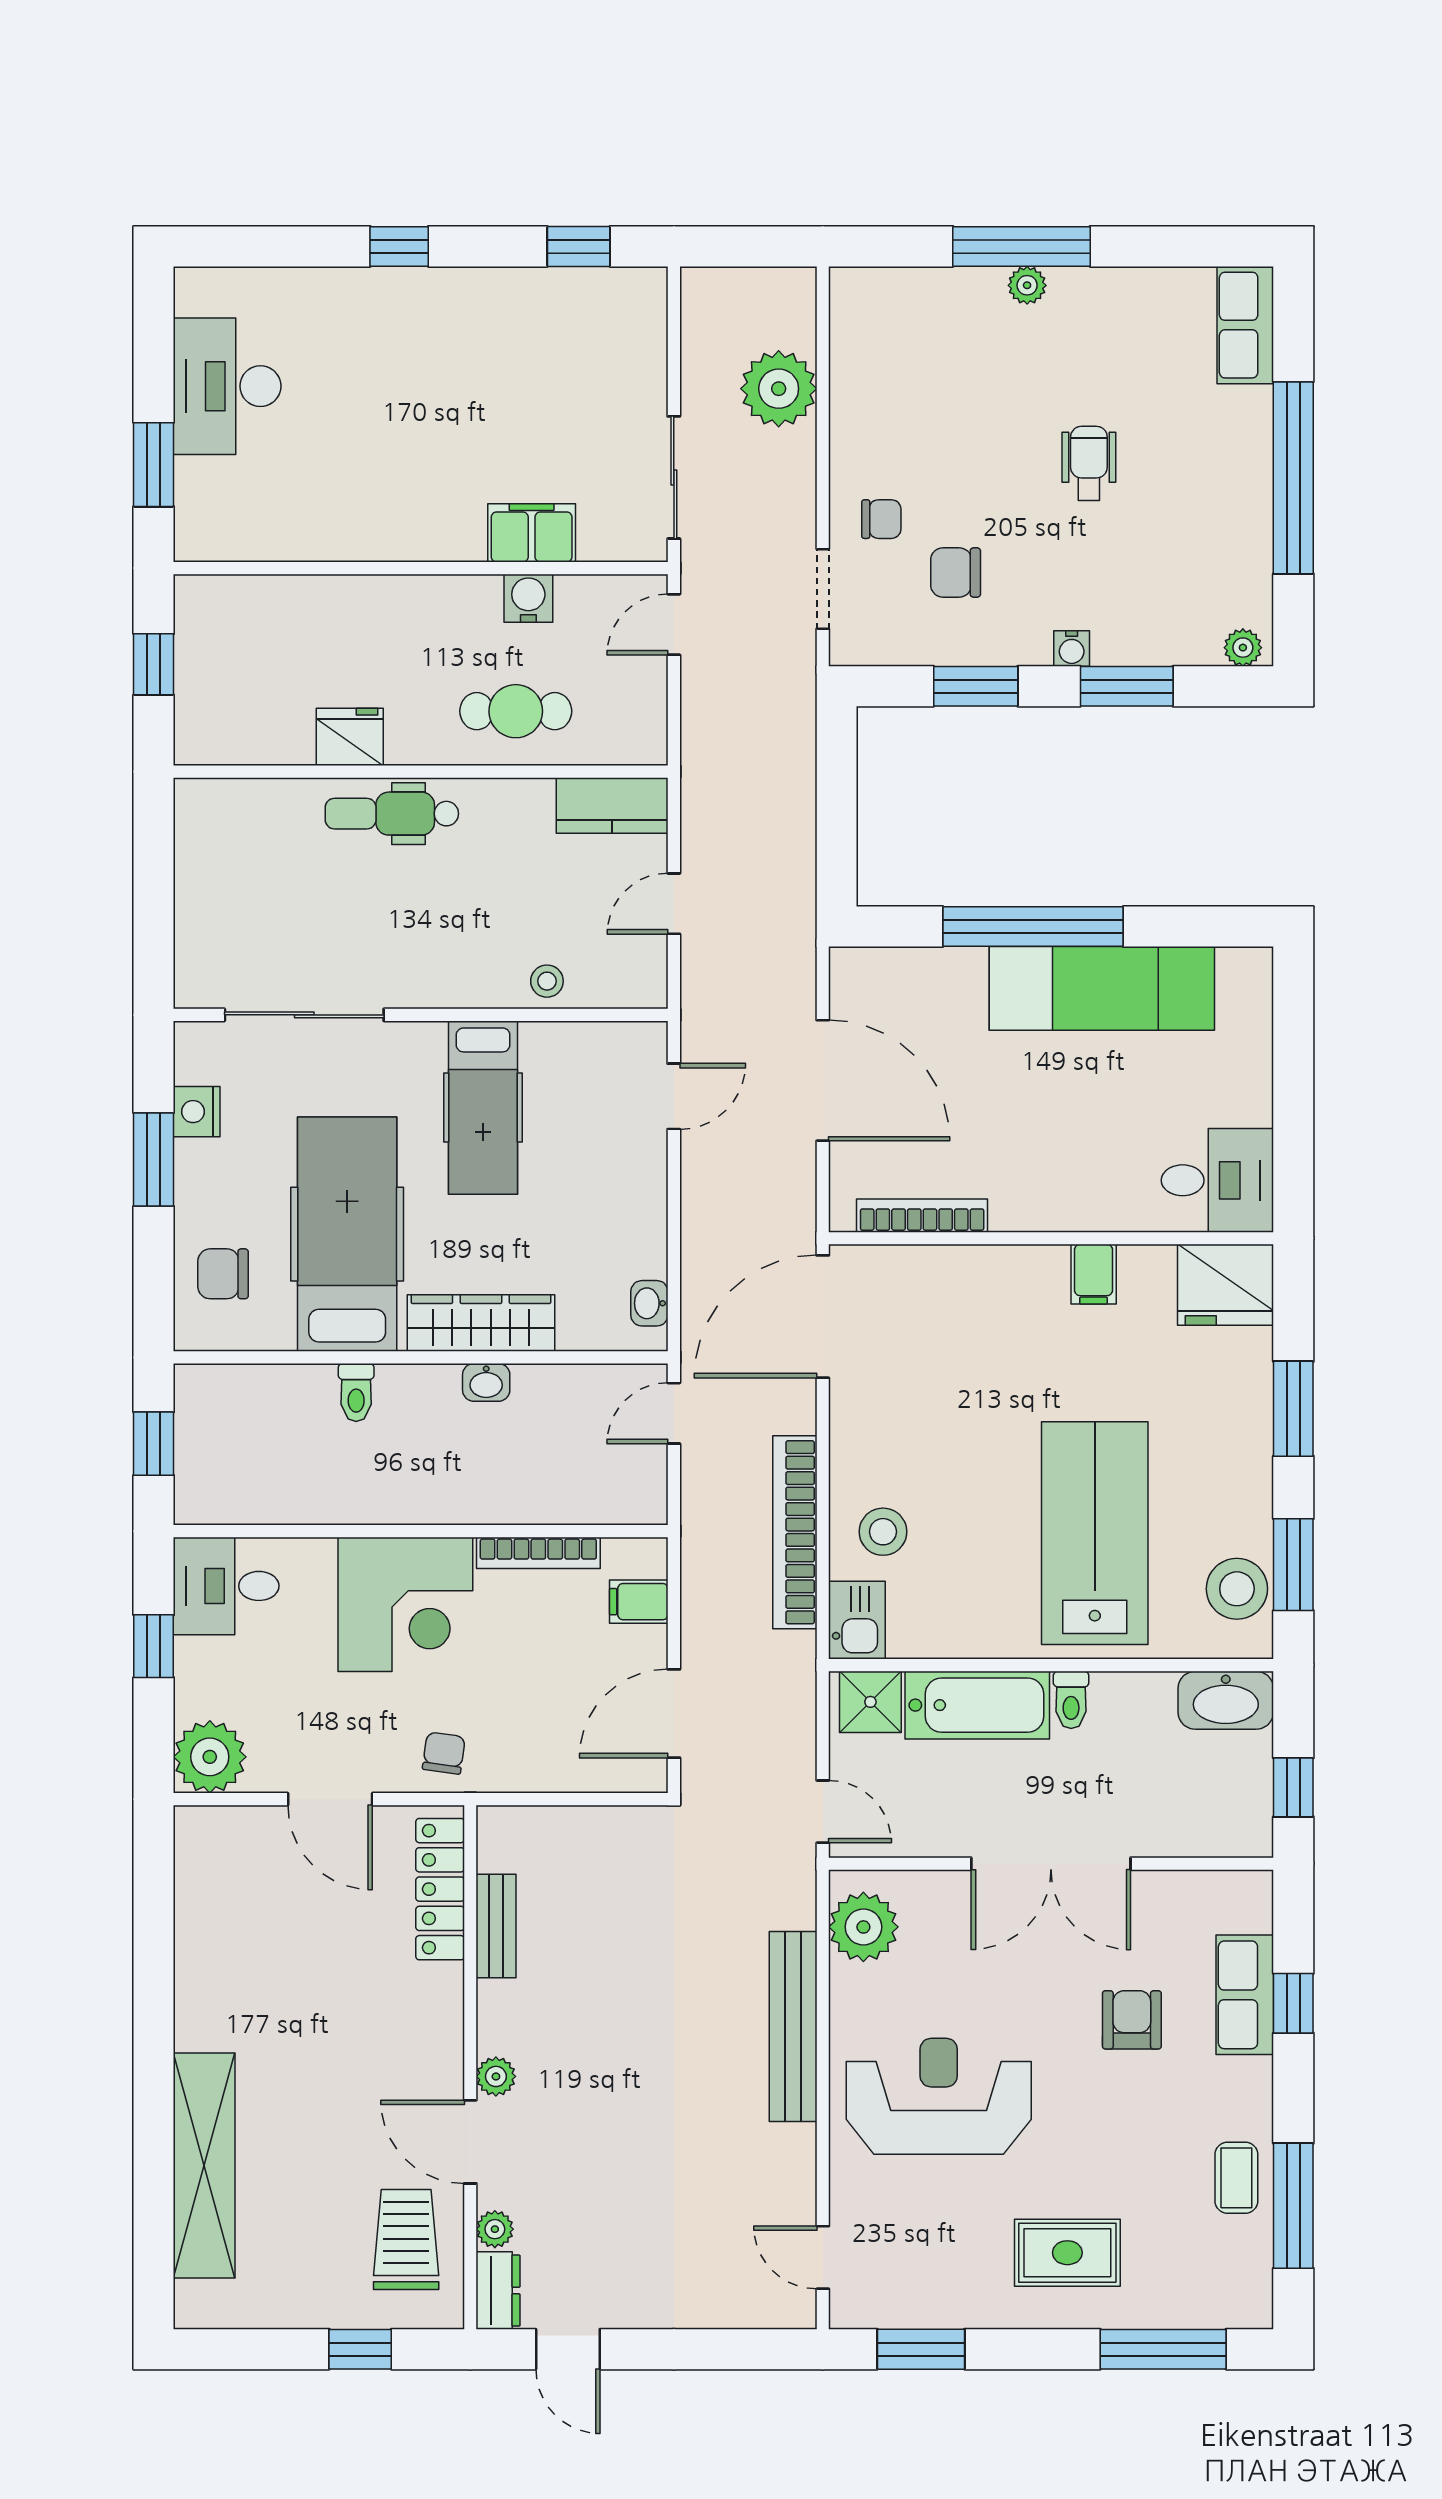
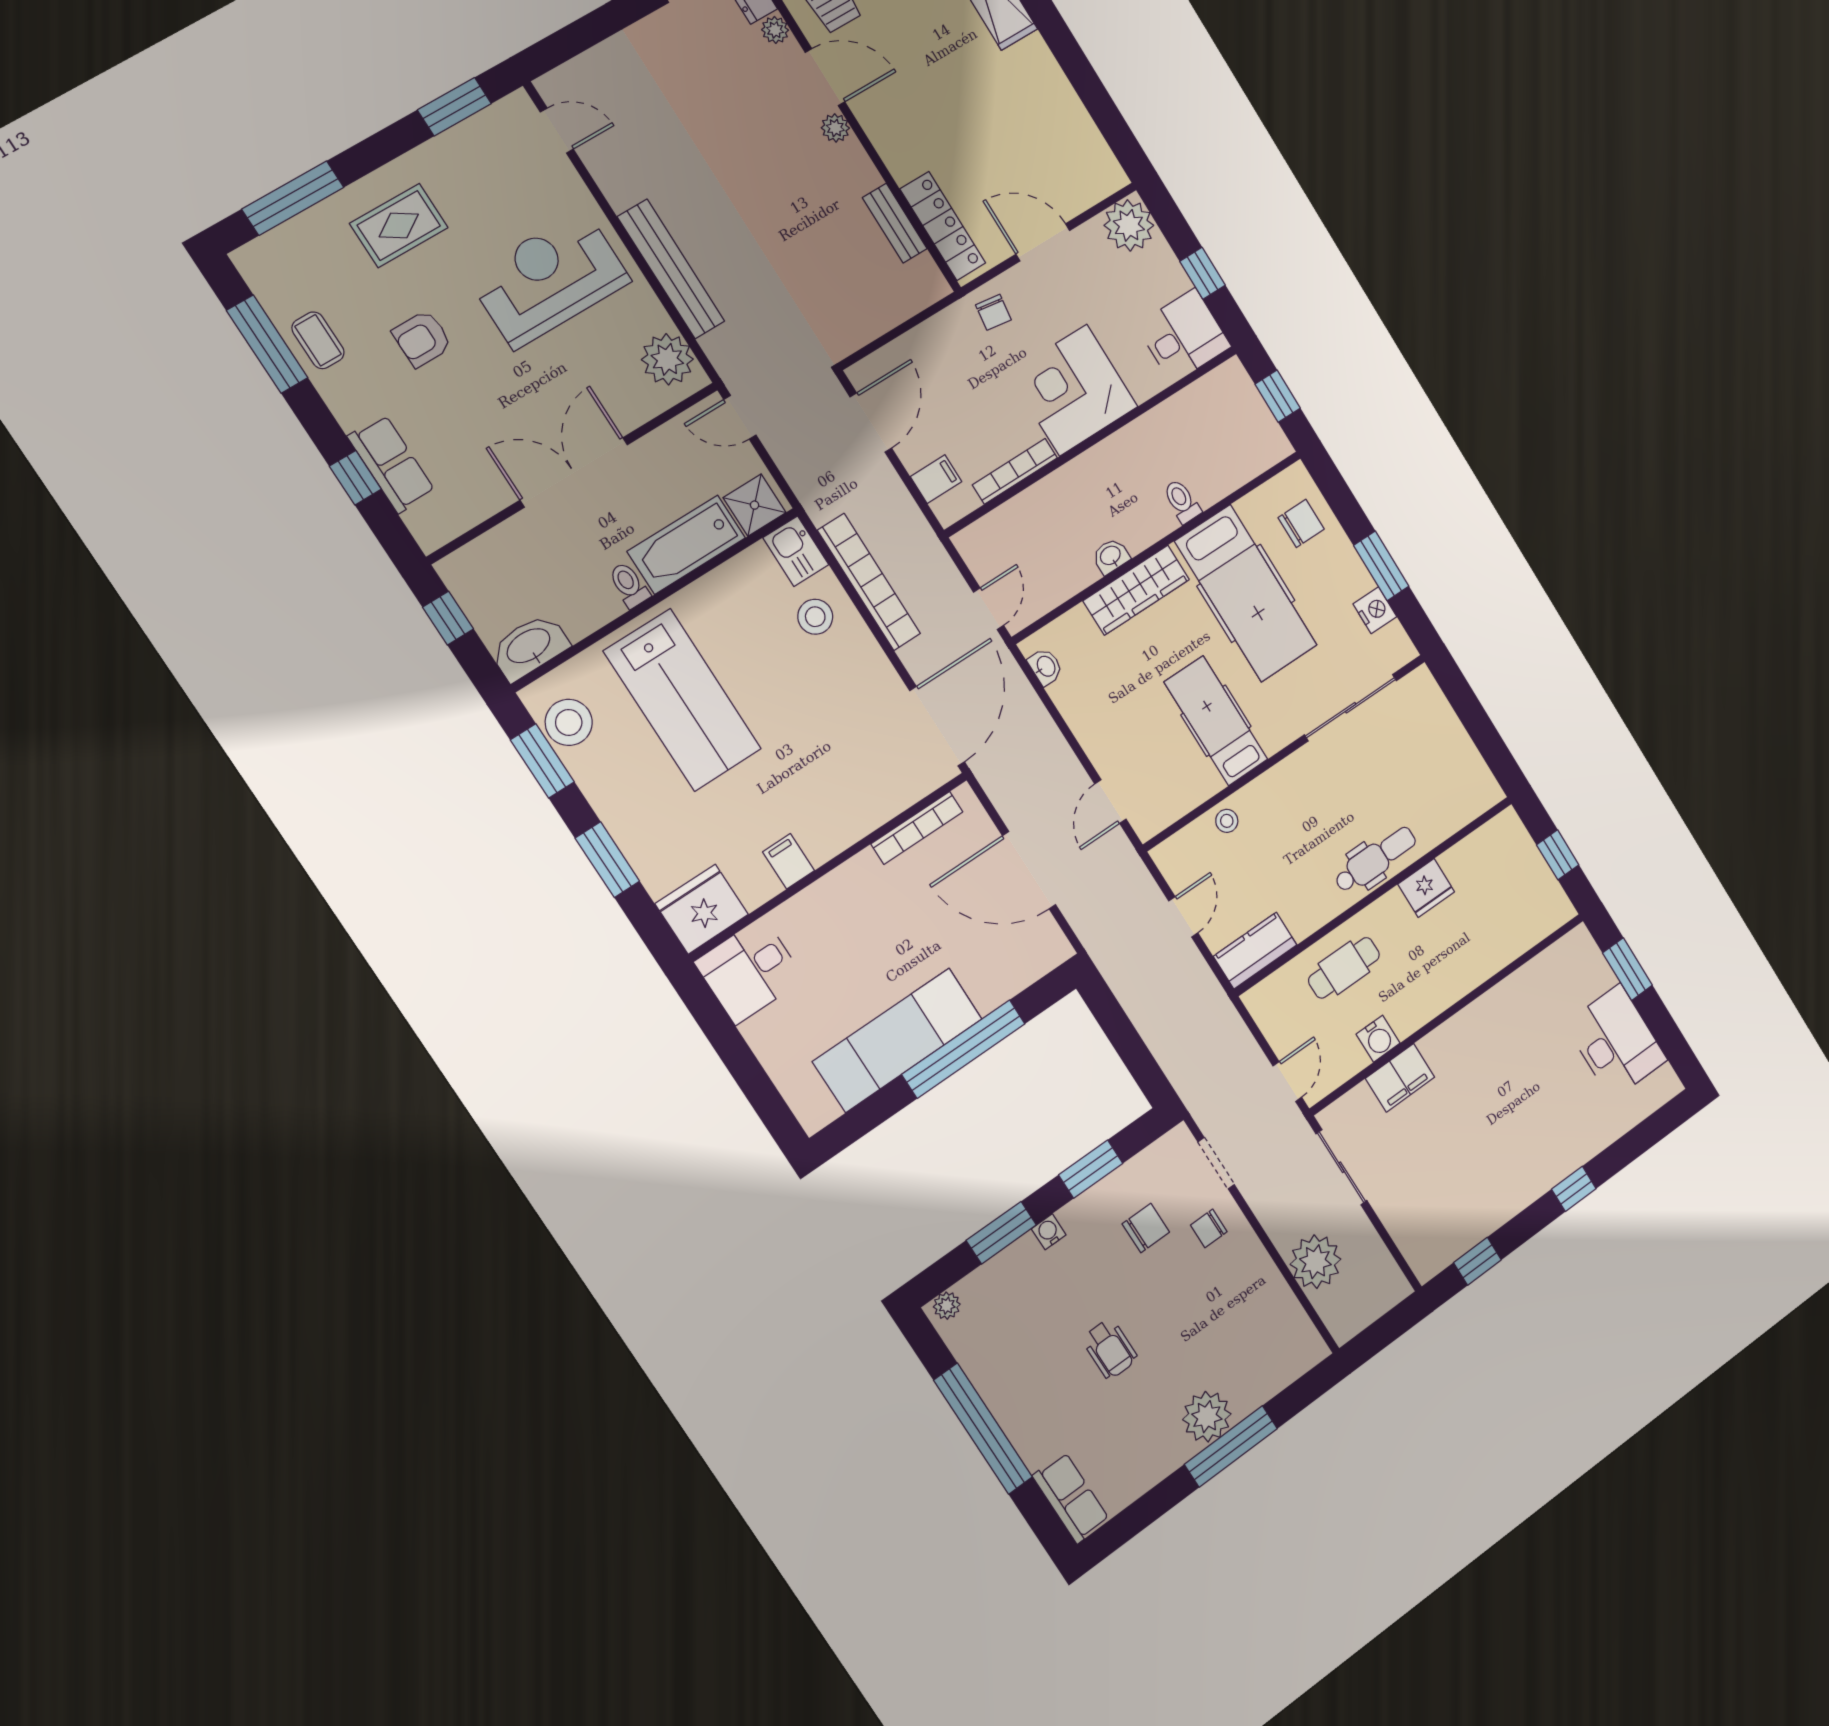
plant: (1027, 285) -> (1207, 1417), width x1.87, depth x1.87
armchair: (1132, 2020) -> (422, 339), moved, turned 90
reception desk: (939, 2096) -> (549, 279), turned 180

